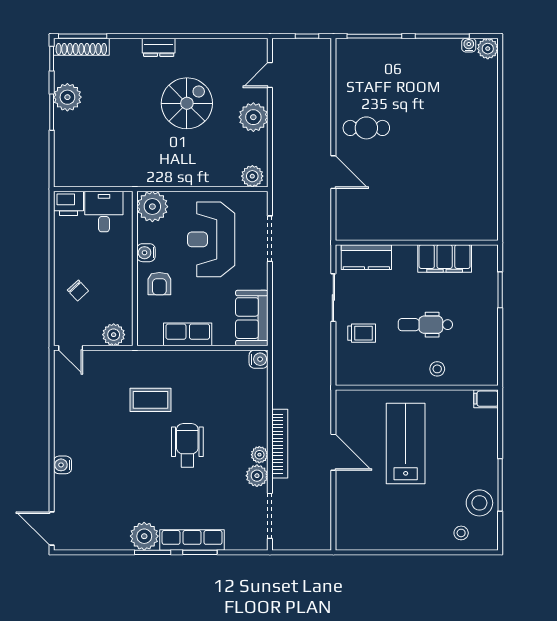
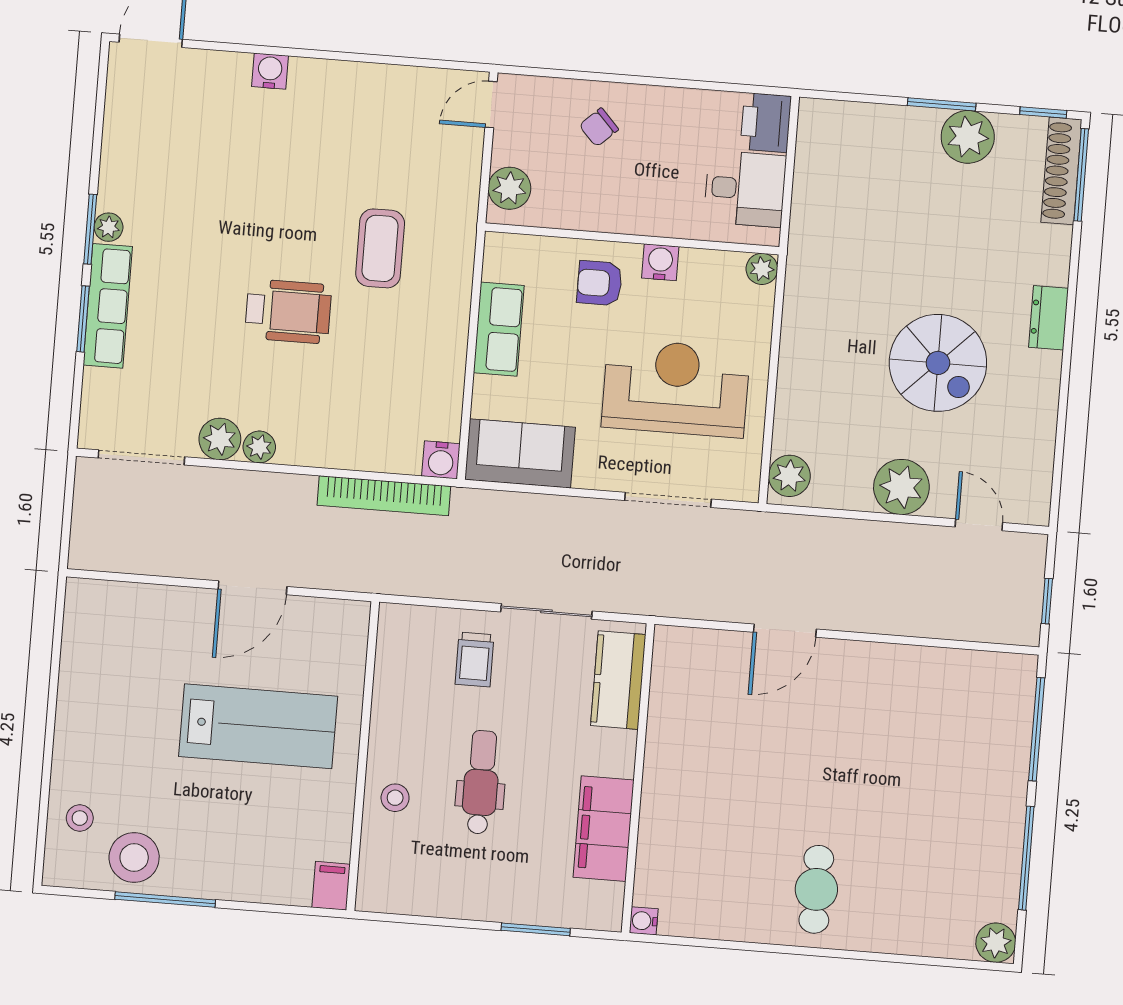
water cooler: (469, 45) -> (644, 921), moved, turned 180
cafe table: (366, 128) -> (816, 889), moved
plant: (152, 207) -> (762, 269), width x0.53, depth x0.53
bookcase: (280, 444) -> (384, 496), moved
plant: (144, 536) -> (109, 227), width x0.53, depth x0.53

